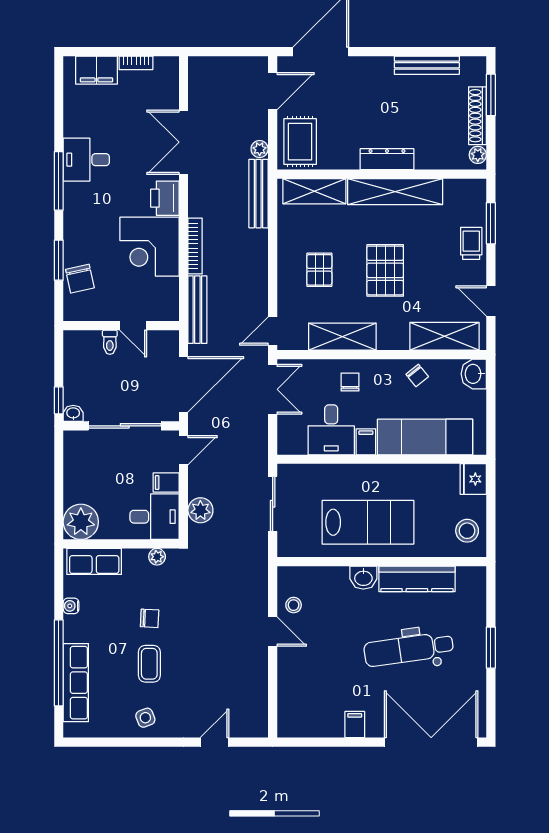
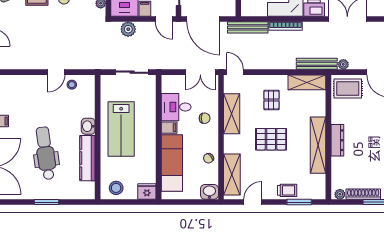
shelving: (314, 191) -> (307, 82), moved, turned 90
pallet: (319, 270) -> (271, 100), turned 90

